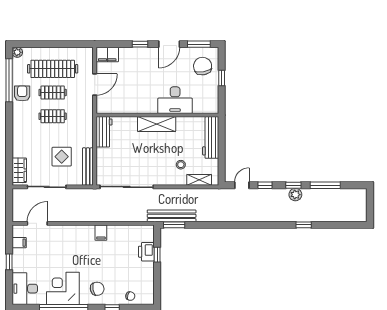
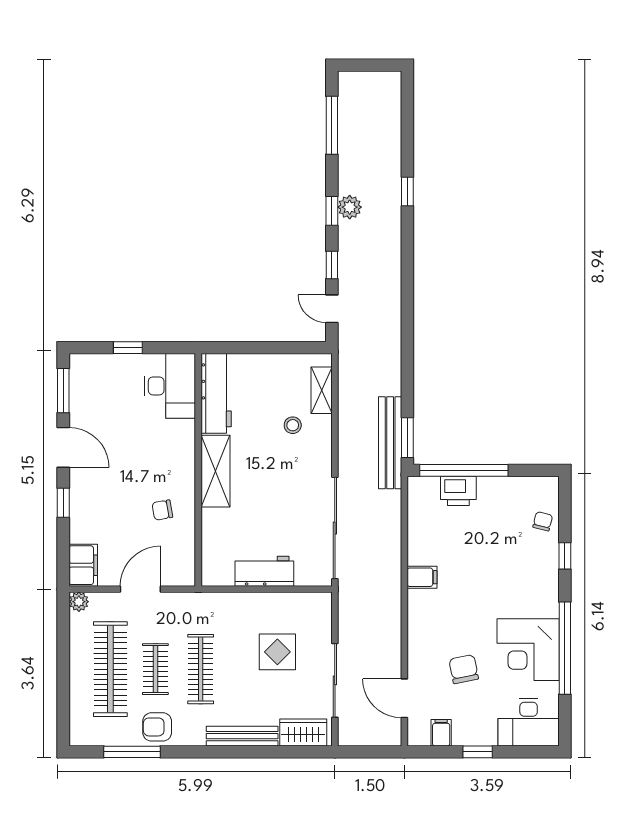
plant: (17, 52) -> (79, 602), moved
chair: (203, 66) -> (162, 510), moved, width x0.54, depth x0.54
window: (9, 80) -> (132, 752), width x0.68
door: (95, 85) -> (140, 589), hinge flipped
desk: (175, 100) -> (170, 386), moved
clothes rail: (53, 116) -> (201, 669), width x1.36
workbench: (104, 132) -> (264, 571), moved
workbench: (211, 137) -> (216, 393), moved, turned -90
bench: (88, 167) -> (242, 736), moved
window: (325, 185) -> (332, 125), moved
window: (157, 255) -> (464, 470), width x3.17
chair: (97, 289) -> (464, 669), moved

